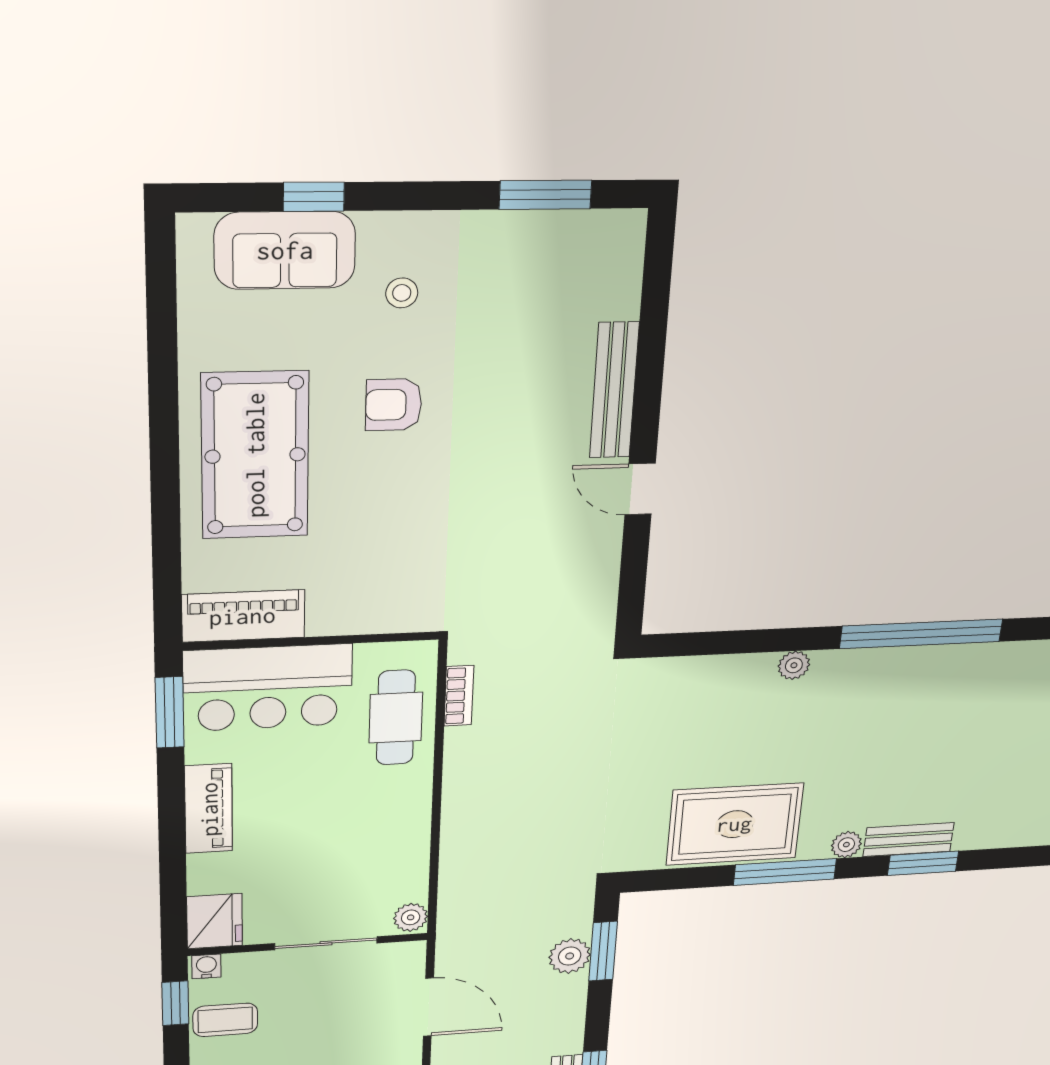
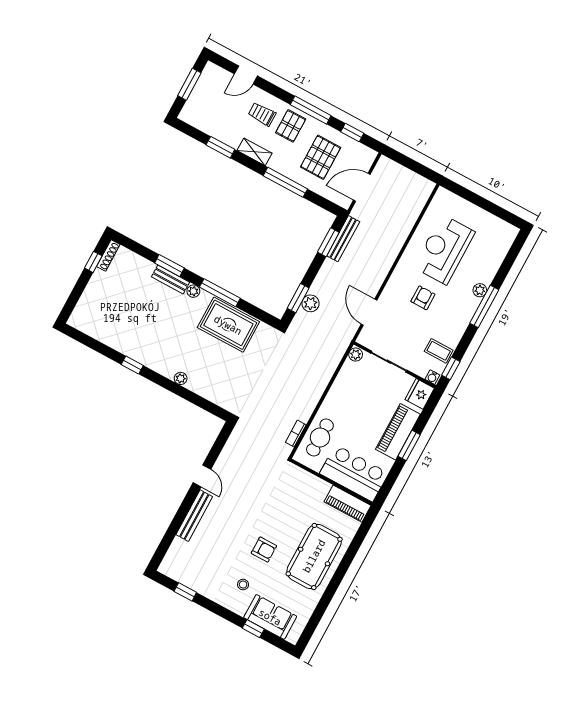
window: (545, 195) -> (185, 592), width x0.67
window: (921, 634) -> (132, 365), width x0.32
window: (170, 712) -> (409, 445), moved
piano: (209, 809) -> (398, 432), width x1.37, depth x1.33

